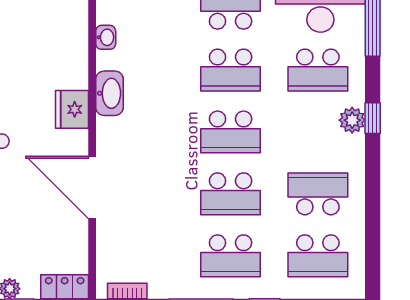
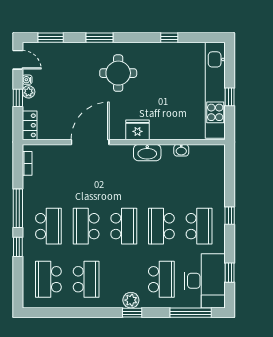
school desk: (318, 70) -> (161, 279), turned 180
school desk: (231, 132) -> (124, 226), turned 180
school desk: (231, 256) -> (48, 226), turned 180

